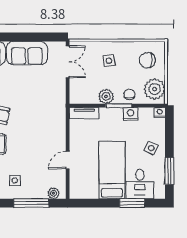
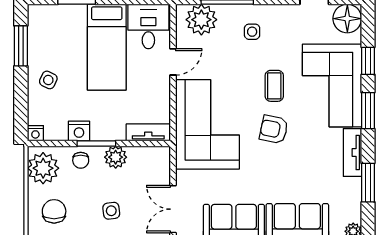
chair: (147, 60) -> (54, 211), turned -91
corner sofa: (45, 118) -> (207, 124), added
desk: (140, 184) -> (148, 26), moved
plant: (53, 193) -> (201, 20), width x1.88, depth x1.88

